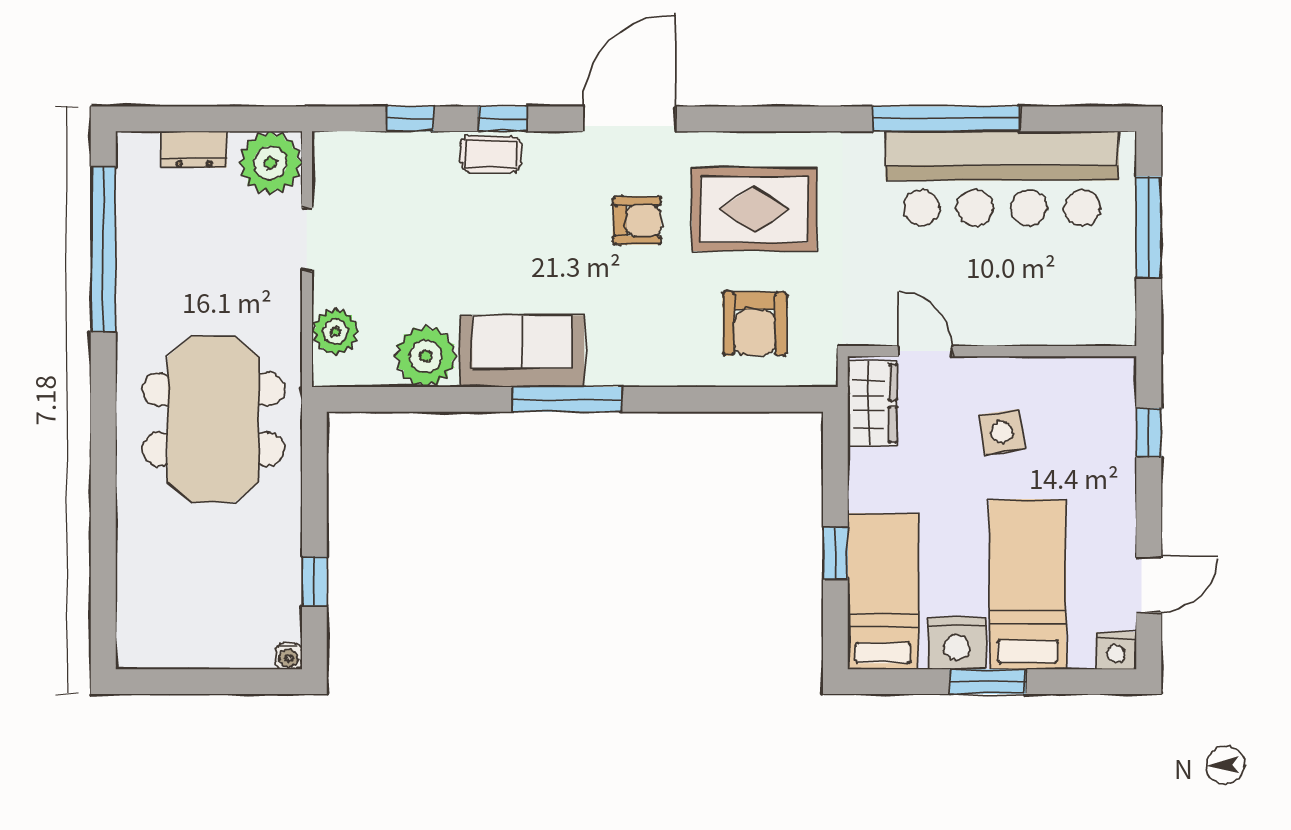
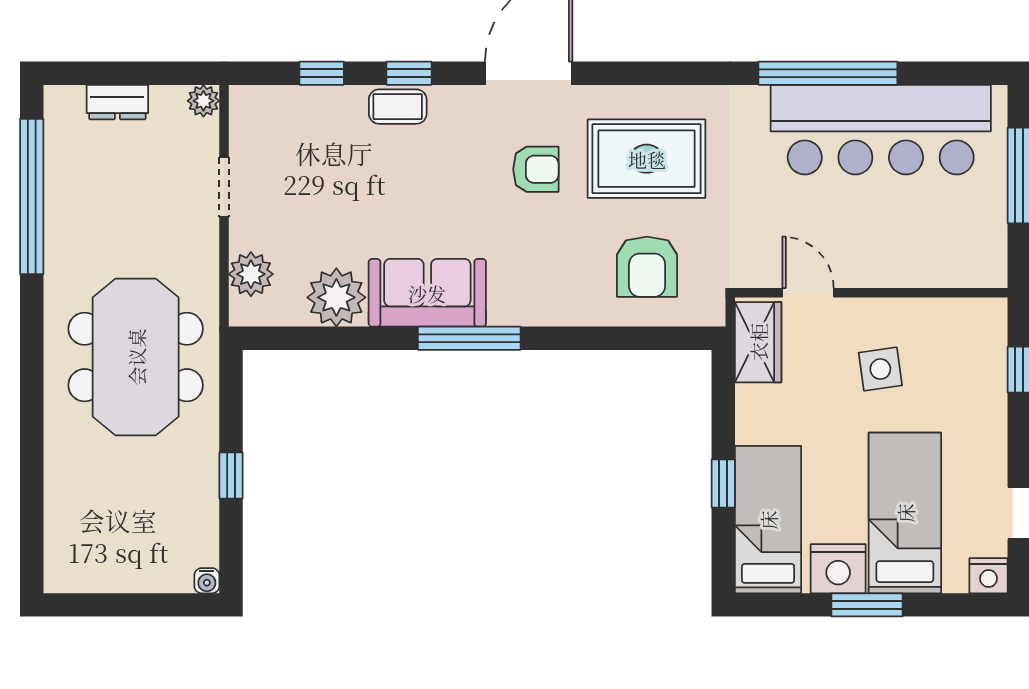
plant: (270, 163) -> (203, 101), width x0.53, depth x0.53
window: (314, 581) -> (231, 476), moved

